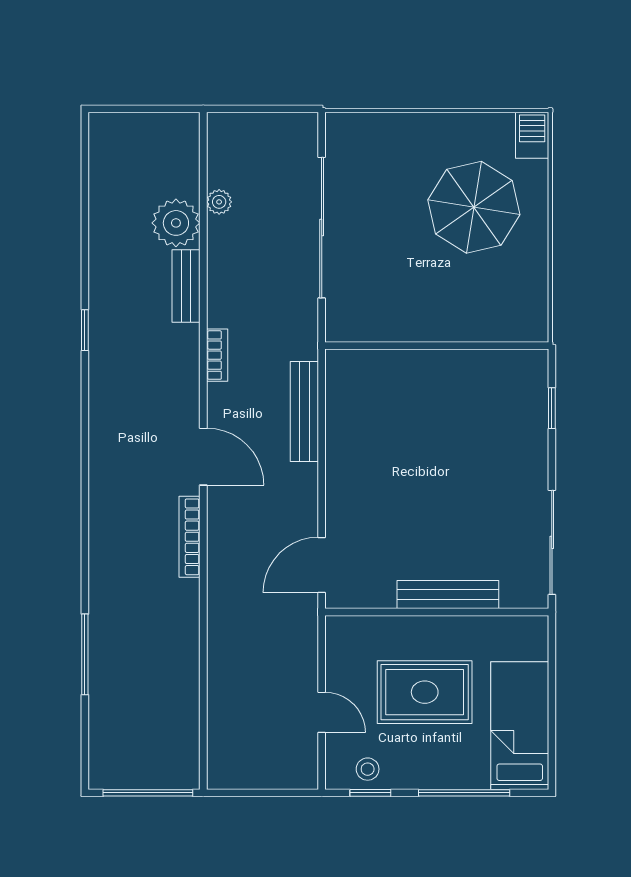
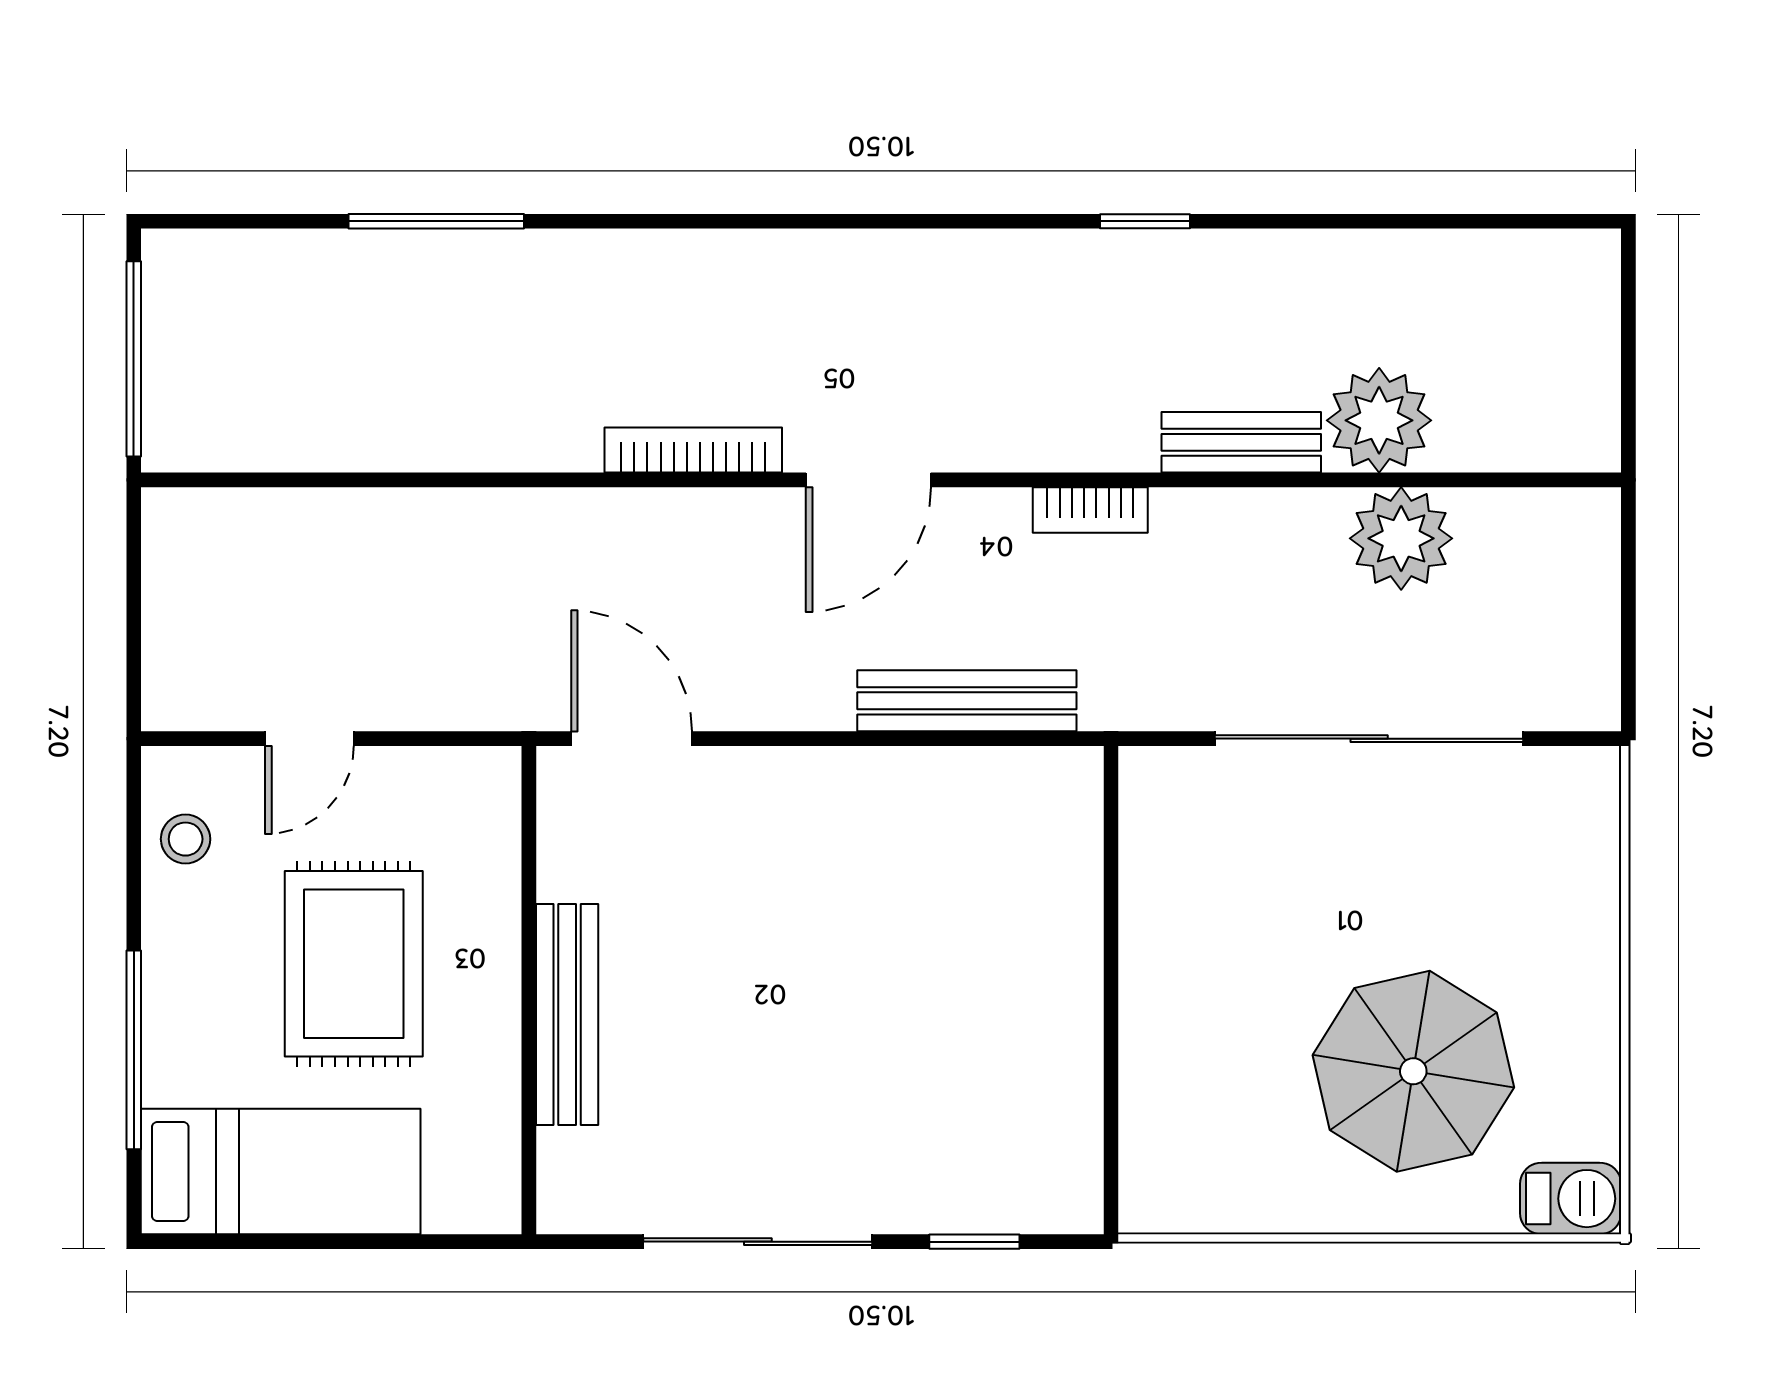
plant: (219, 202) -> (1401, 538), width x1.88, depth x1.88
sliding door: (552, 542) -> (758, 1242), moved
window: (370, 793) -> (134, 845), removed

